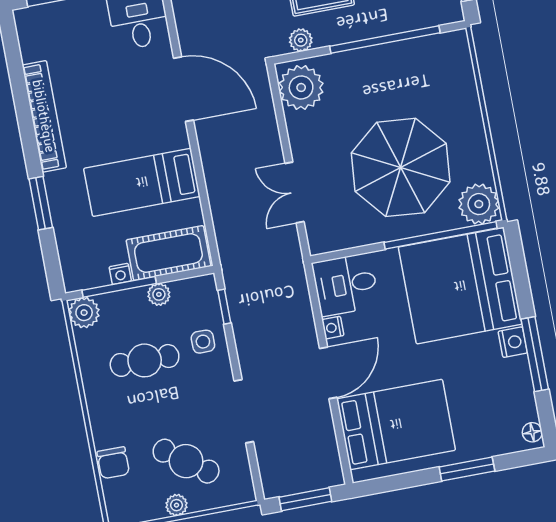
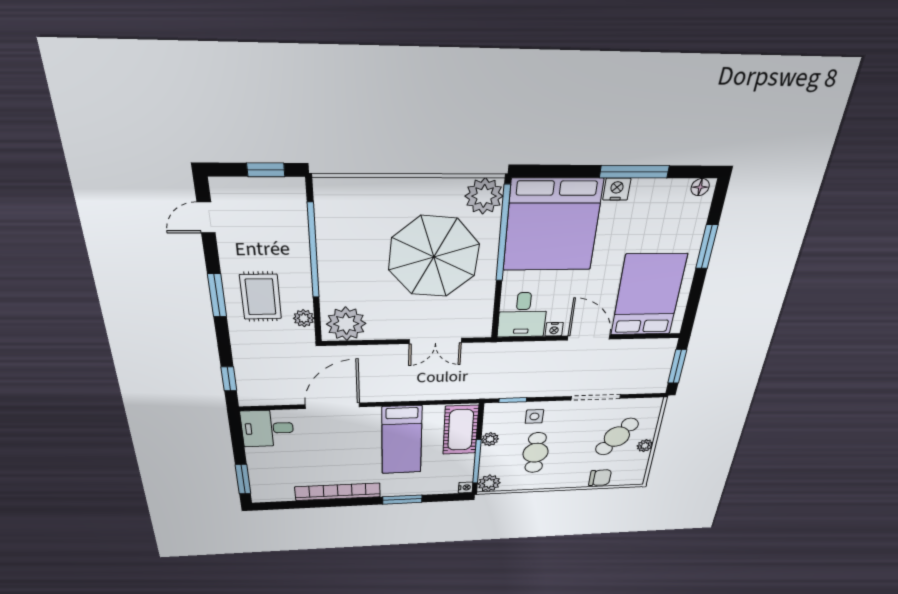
nightstand: (120, 274) -> (466, 487), moved

